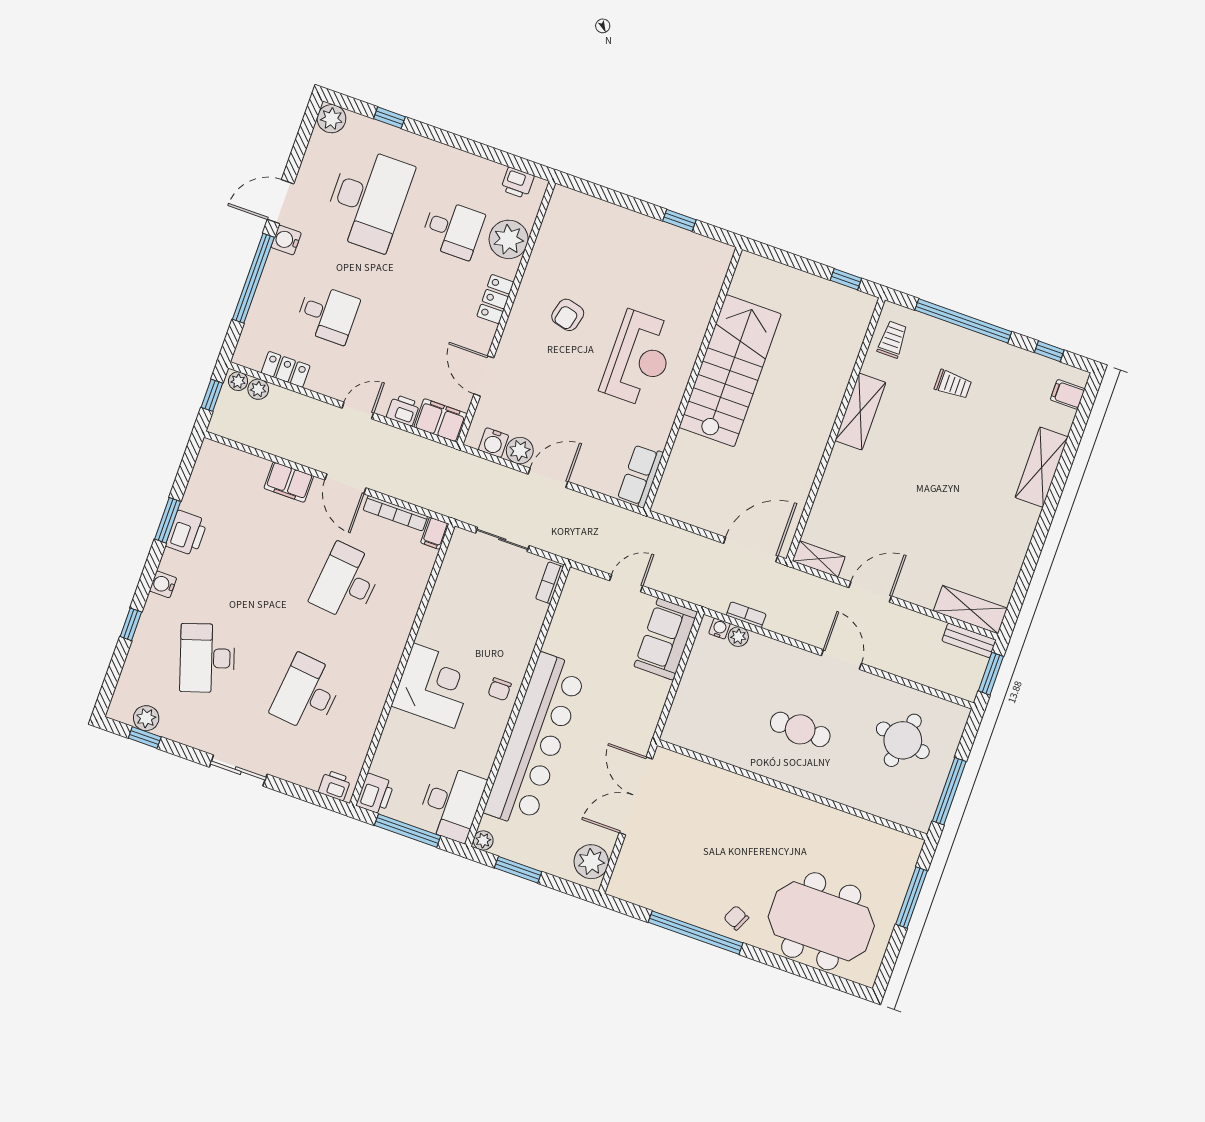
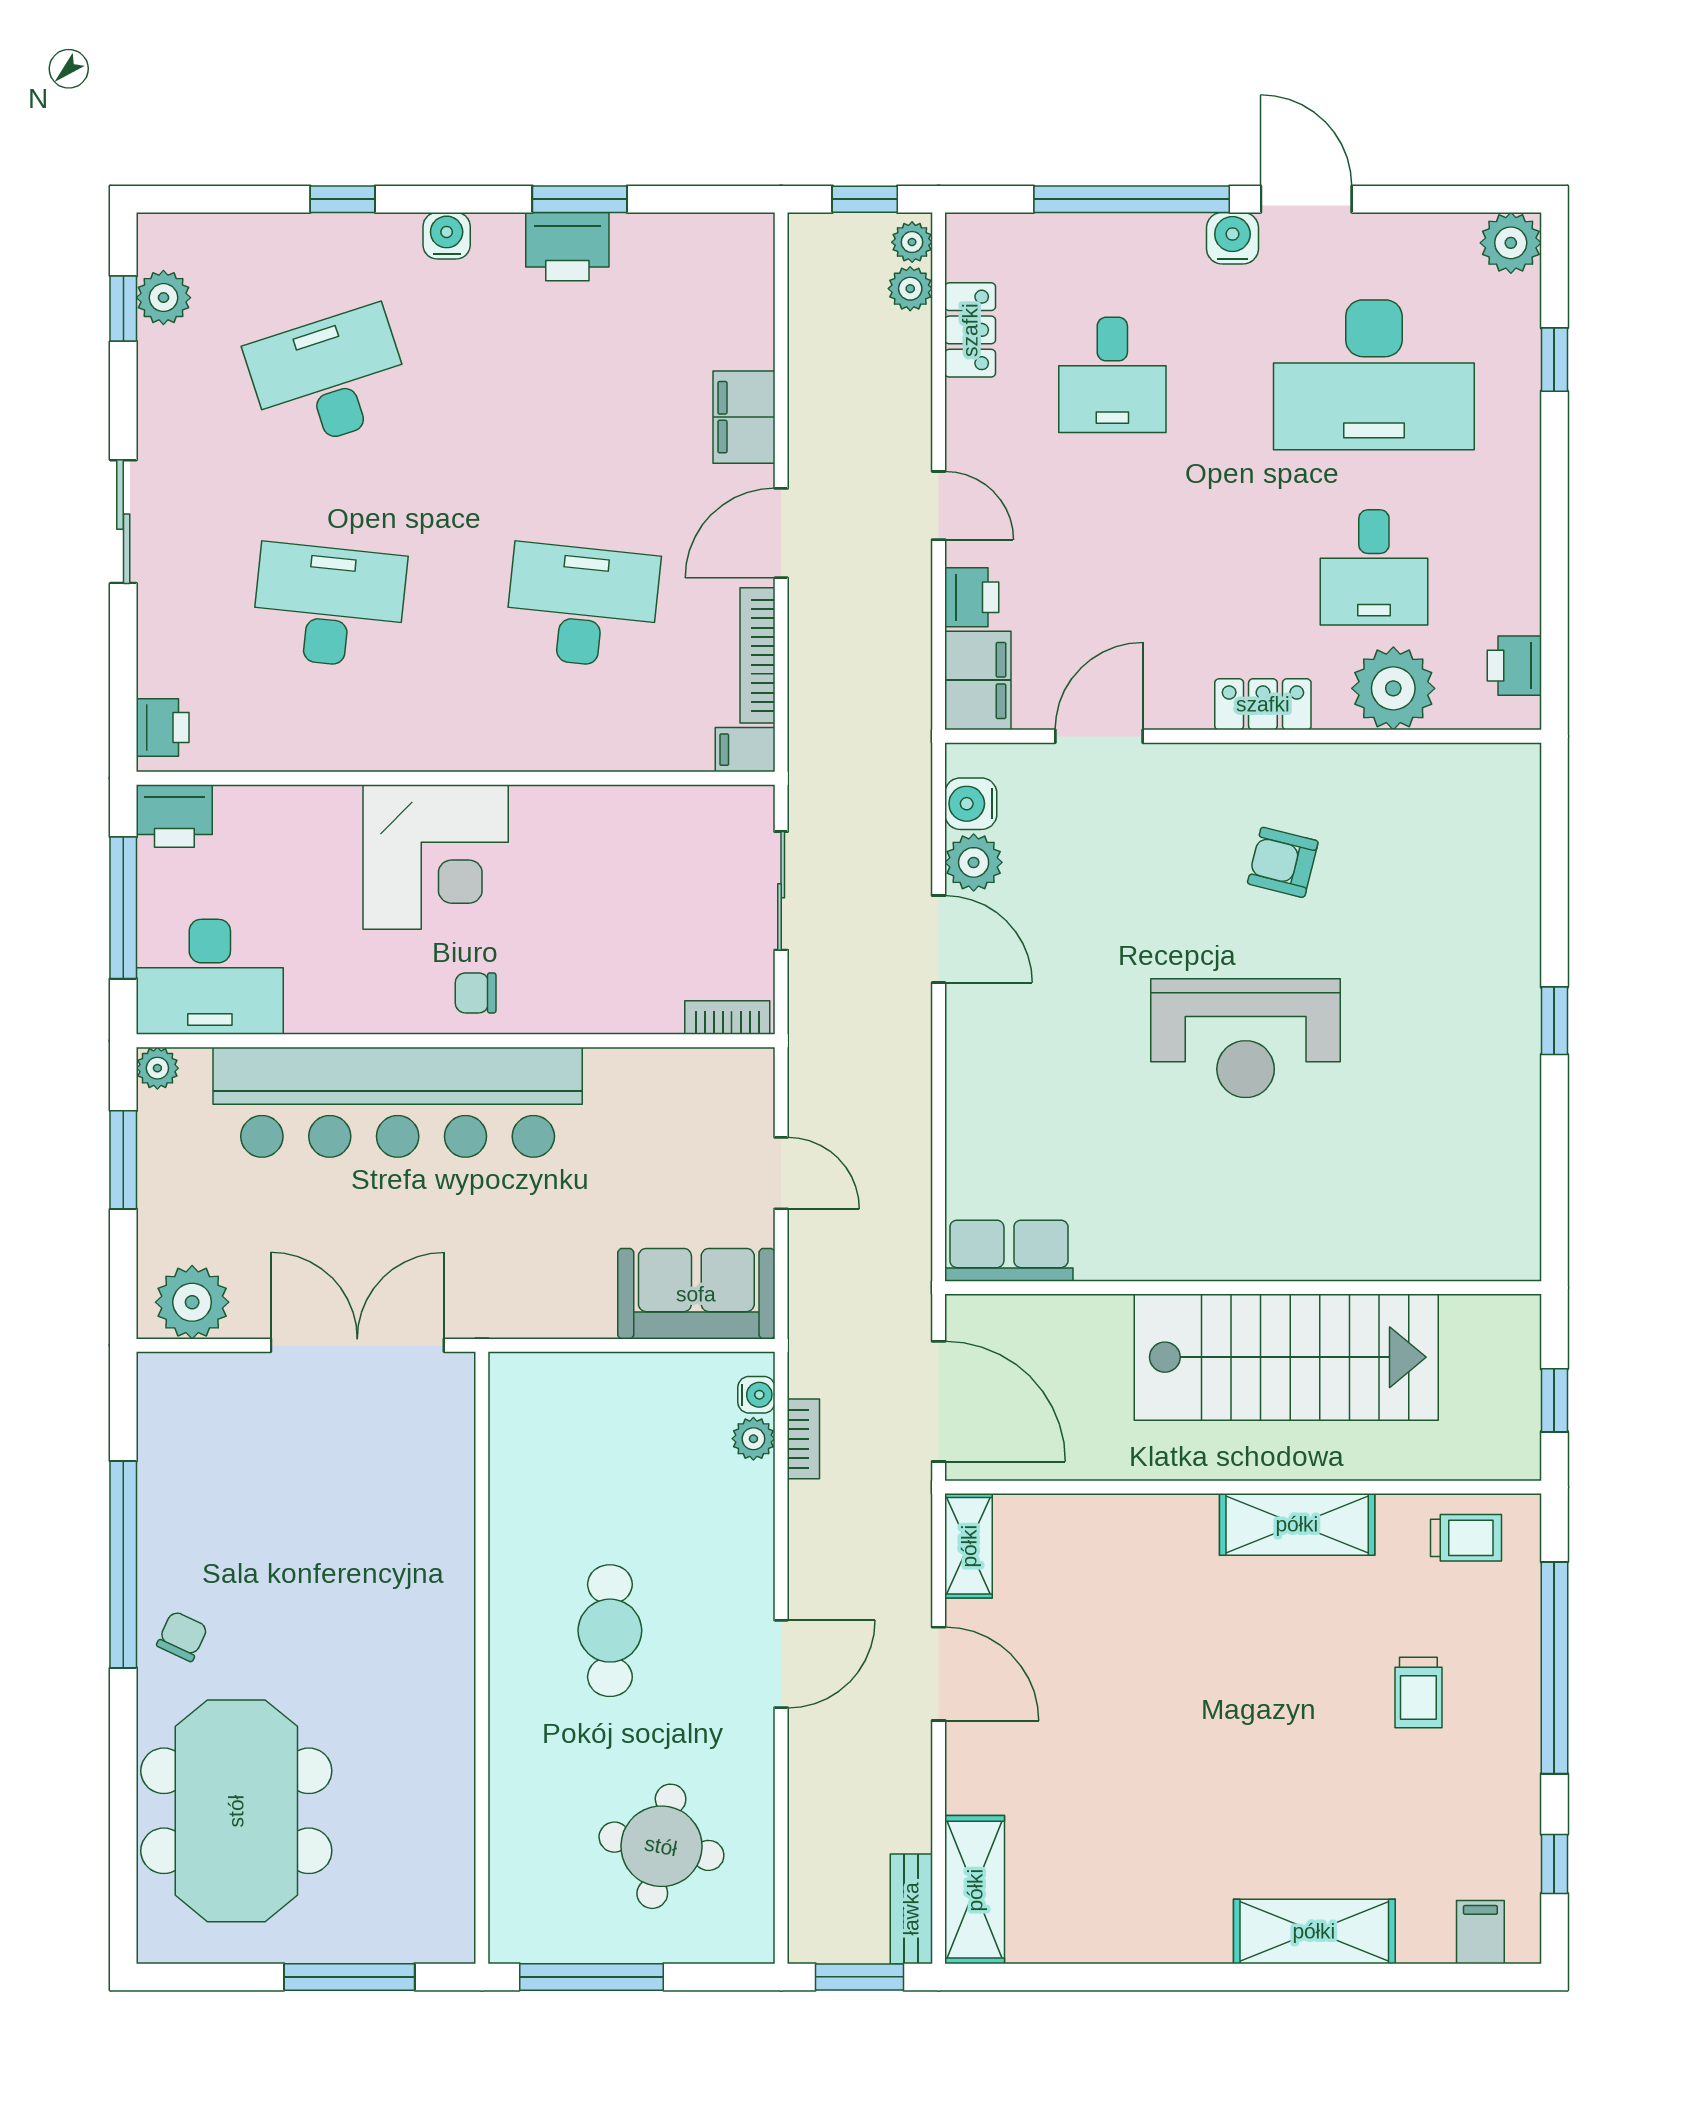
stairs: (730, 371) -> (1286, 1357), moved
wall: (693, 379) -> (1243, 1288), moved
row of seats: (640, 476) -> (1009, 1251), moved

